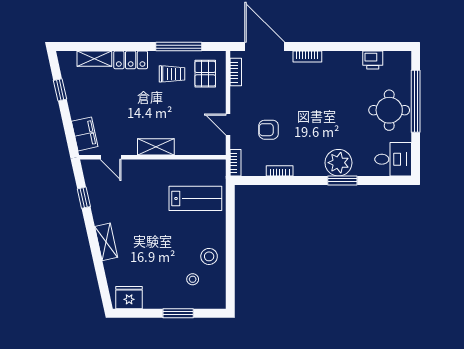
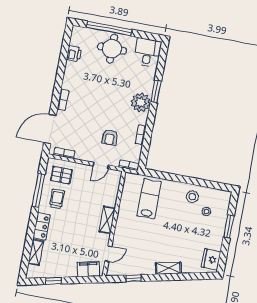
plant: (338, 163) -> (141, 102), moved

